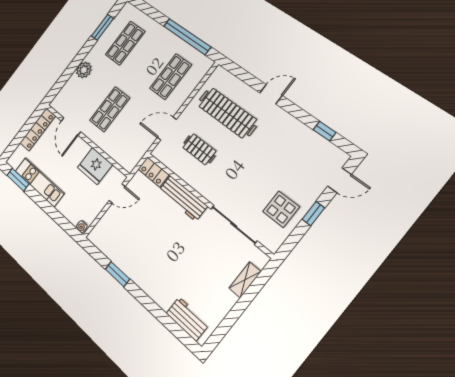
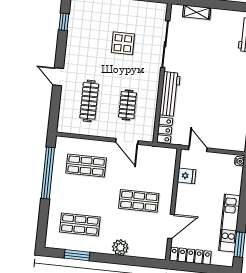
clothes rail: (227, 113) -> (89, 101), width x0.73, depth x0.76
fridge: (95, 166) -> (187, 176), width x0.53, depth x0.75
display table: (281, 209) -> (123, 43), moved

